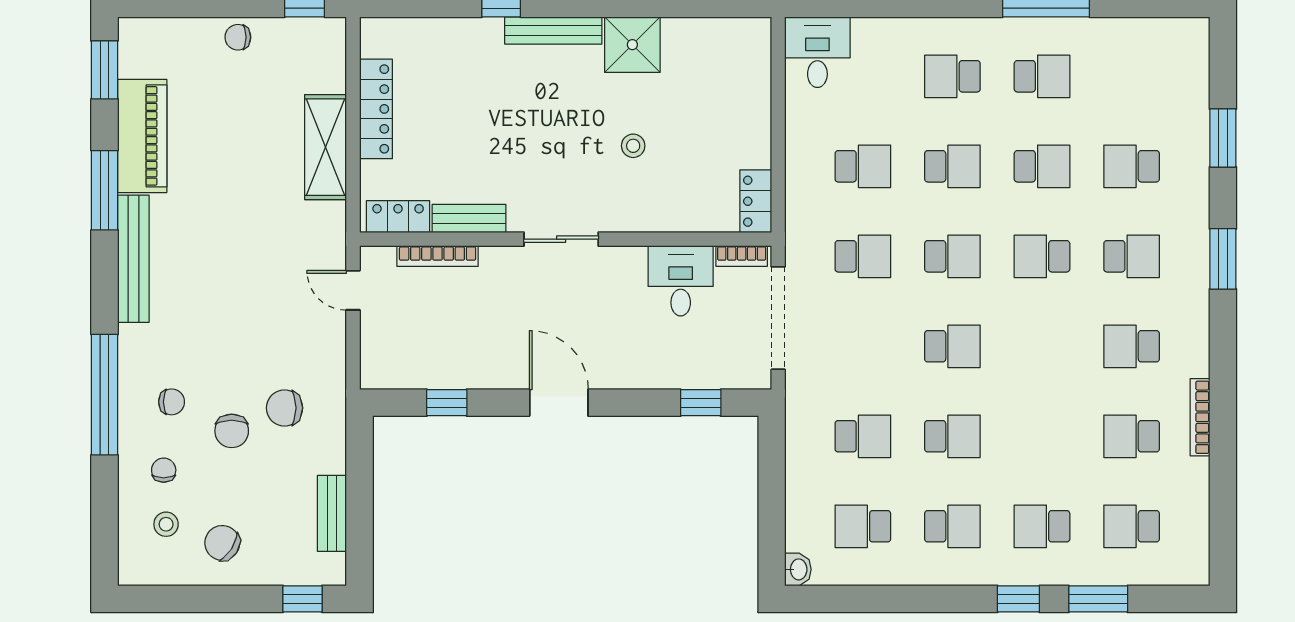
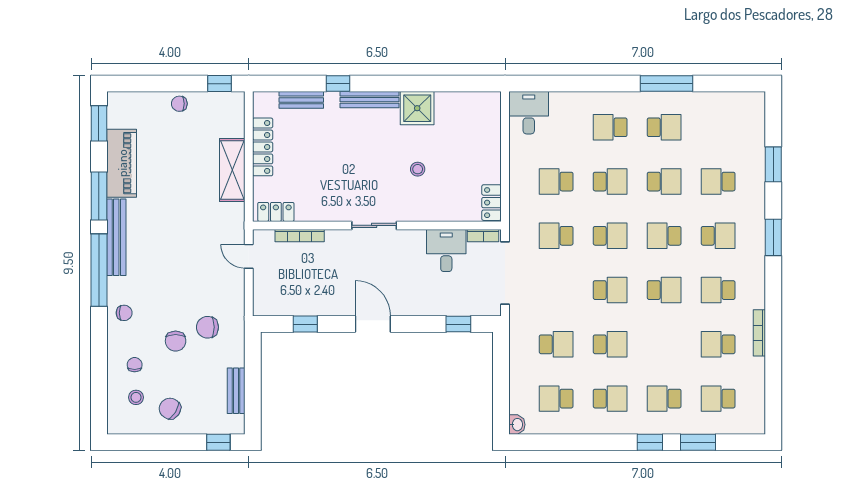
school desk: (863, 166) -> (556, 182), turned 180
bench: (469, 219) -> (301, 100), moved
school desk: (863, 256) -> (556, 236), turned 180
school desk: (1042, 346) -> (664, 290), added
window: (104, 395) -> (99, 270), moved
chair: (172, 402) -> (124, 313), moved

